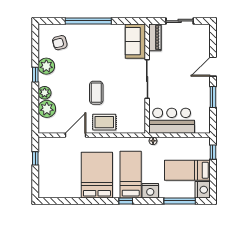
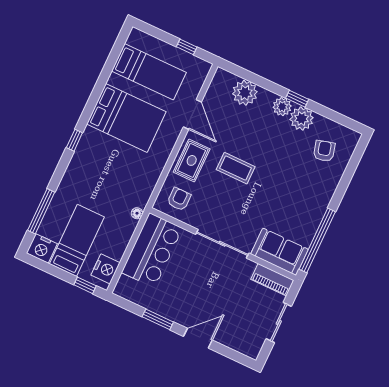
window: (88, 21) -> (317, 240), moved
door: (213, 67) -> (198, 338), hinge flipped
plant: (45, 93) -> (282, 107), moved
armchair: (132, 119) -> (179, 199), added
bed: (131, 175) -> (149, 72), moved
nightstand: (150, 191) -> (106, 269), moved, turned 180

